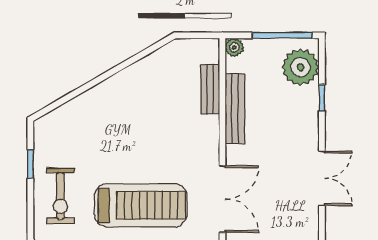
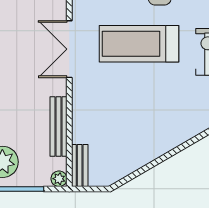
bench: (210, 89) -> (80, 165), moved

